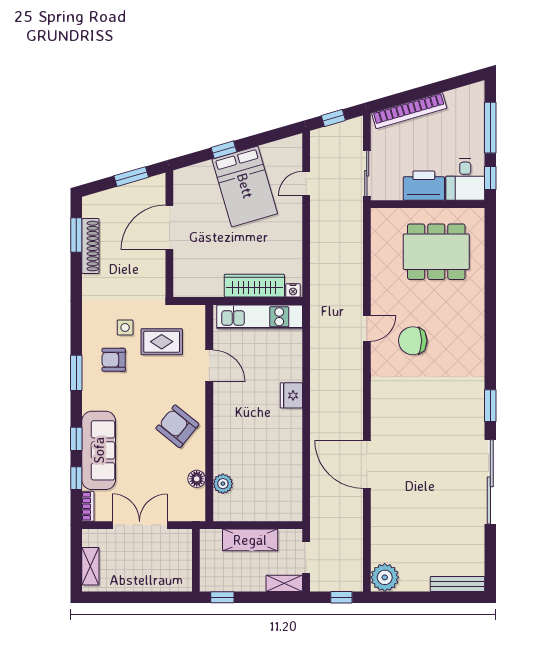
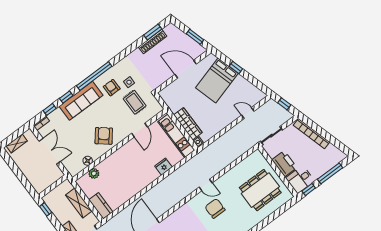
bed: (245, 186) -> (217, 81), moved
dining table: (436, 252) -> (260, 190), turned 90
window: (76, 373) -> (94, 76), width x2.11
fridge: (291, 395) -> (163, 167), moved
sofa: (99, 450) -> (81, 101), moved
kitchen counter: (279, 510) -> (101, 206), added

